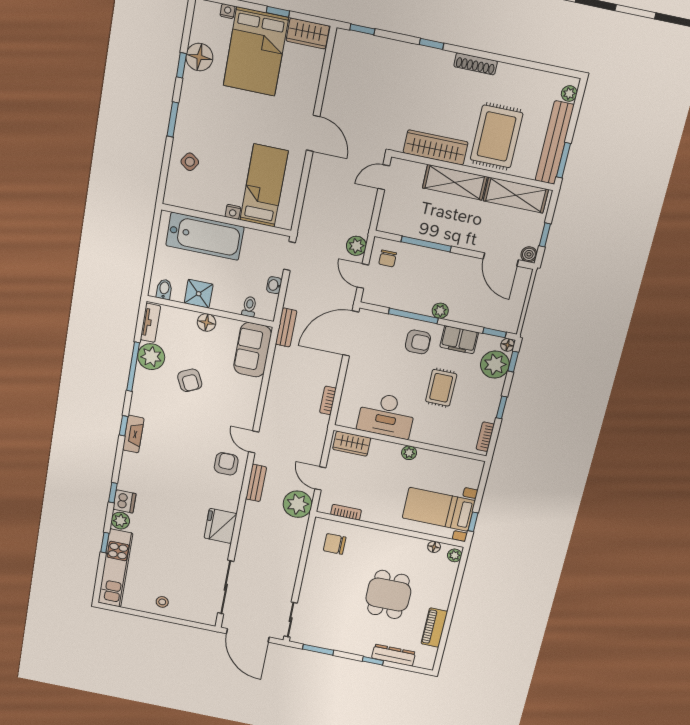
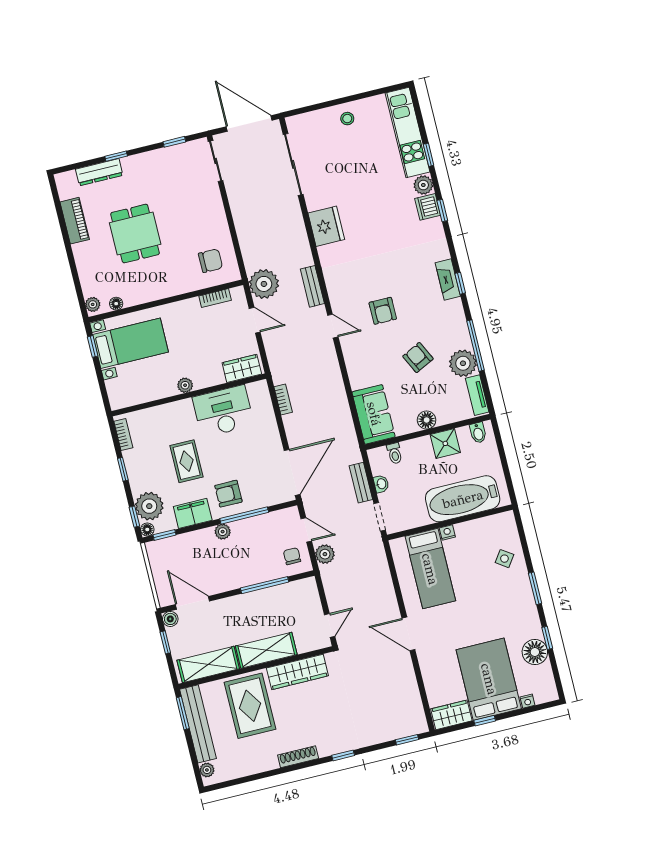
bench: (286, 327) -> (361, 483), moved
armchair: (226, 464) -> (383, 311), moved
window: (318, 650) -> (174, 142), width x0.67

